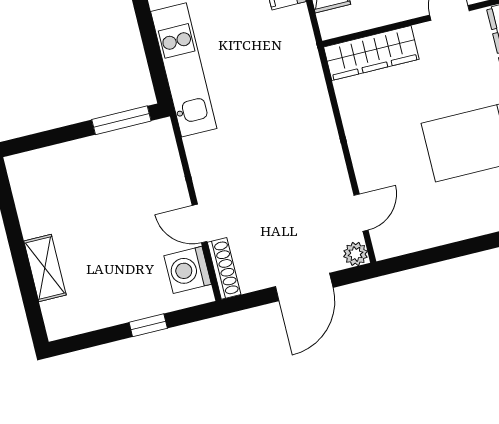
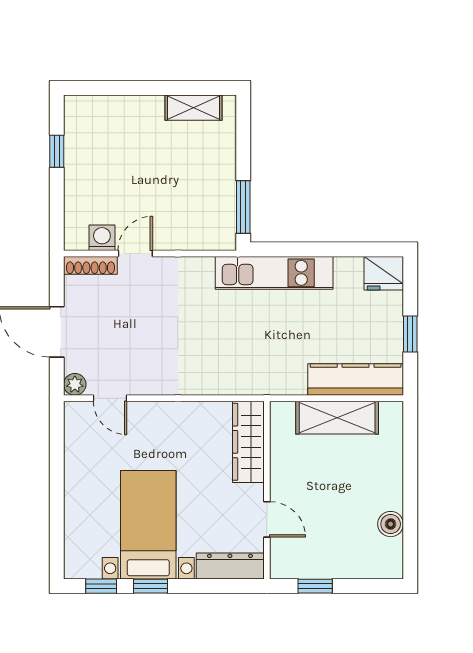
shelving: (45, 268) -> (193, 108), moved
washing machine: (188, 270) -> (102, 238), width x0.73, depth x0.73
window: (148, 325) -> (57, 151), moved

